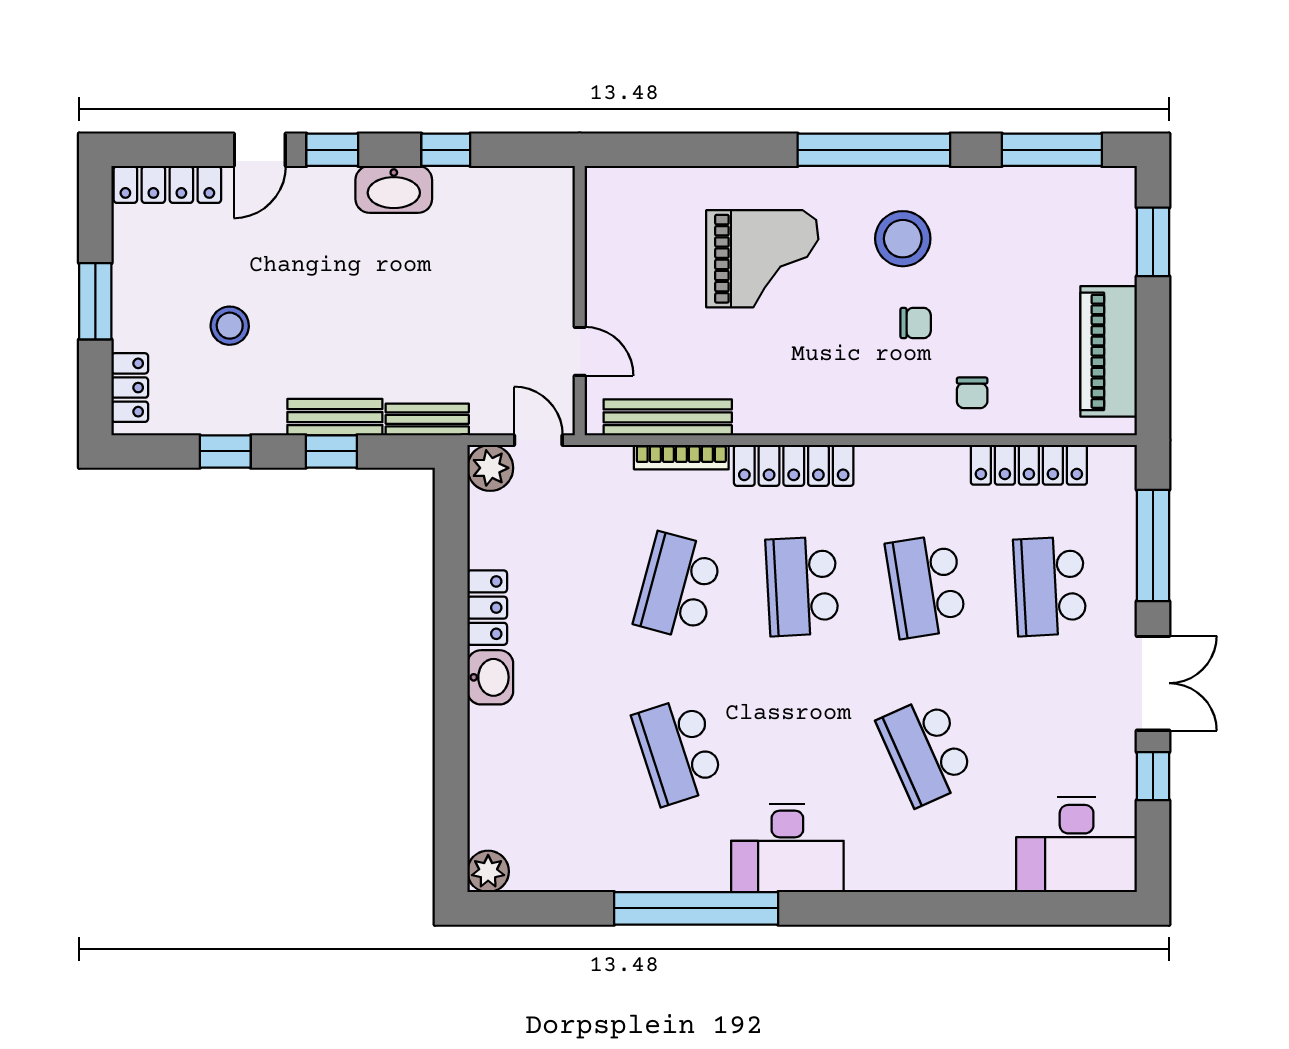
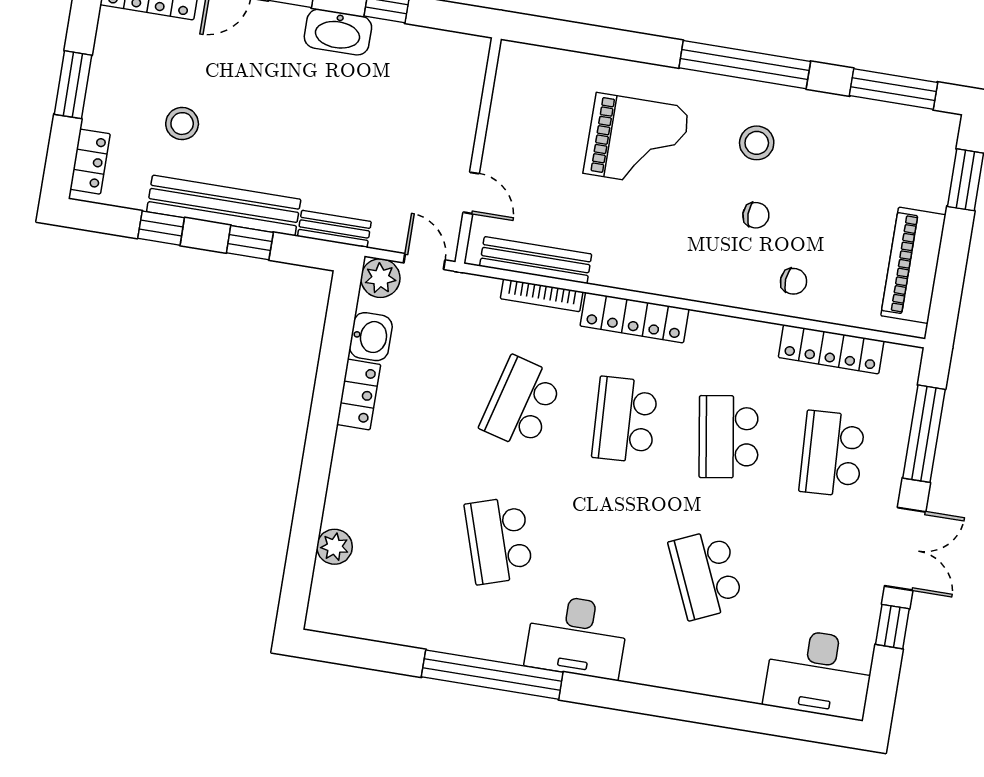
stool: (903, 239) -> (757, 143), width x0.73, depth x0.73
chair: (972, 393) -> (794, 281), turned -86
bench: (335, 417) -> (224, 205), width x1.86, depth x1.21
washbasin: (490, 677) -> (371, 337), moved
plant: (488, 871) -> (335, 547), moved

